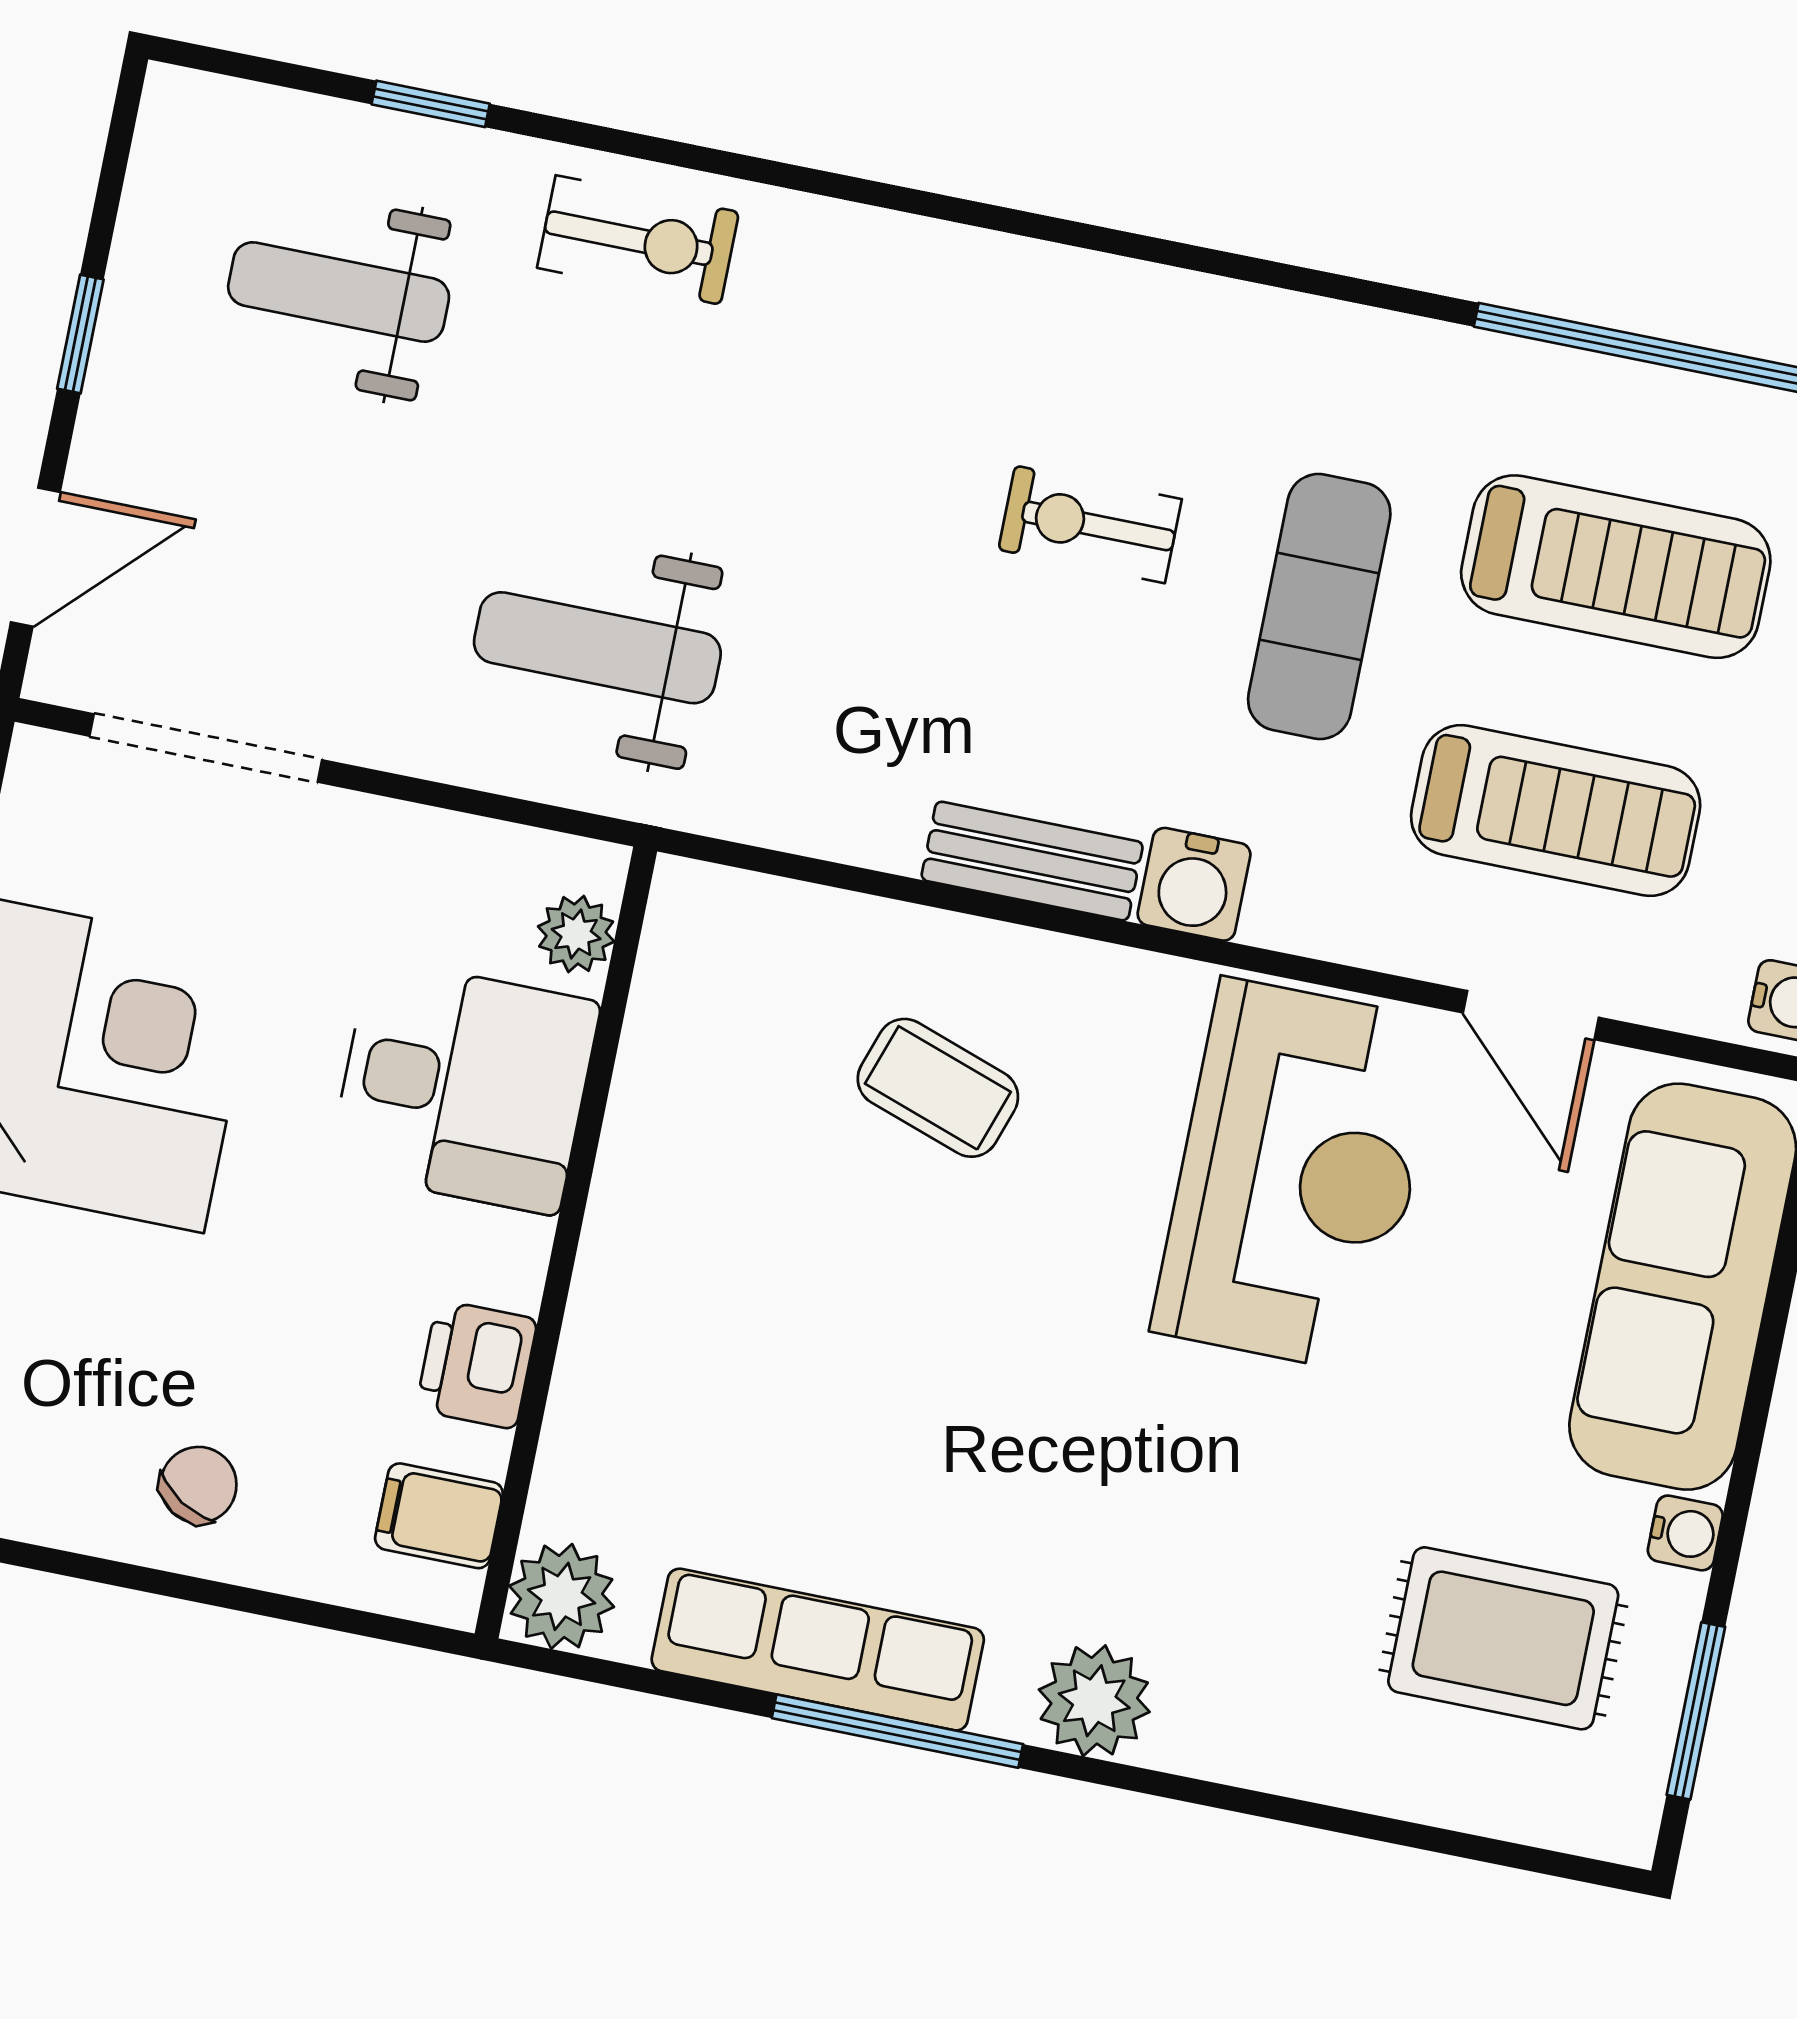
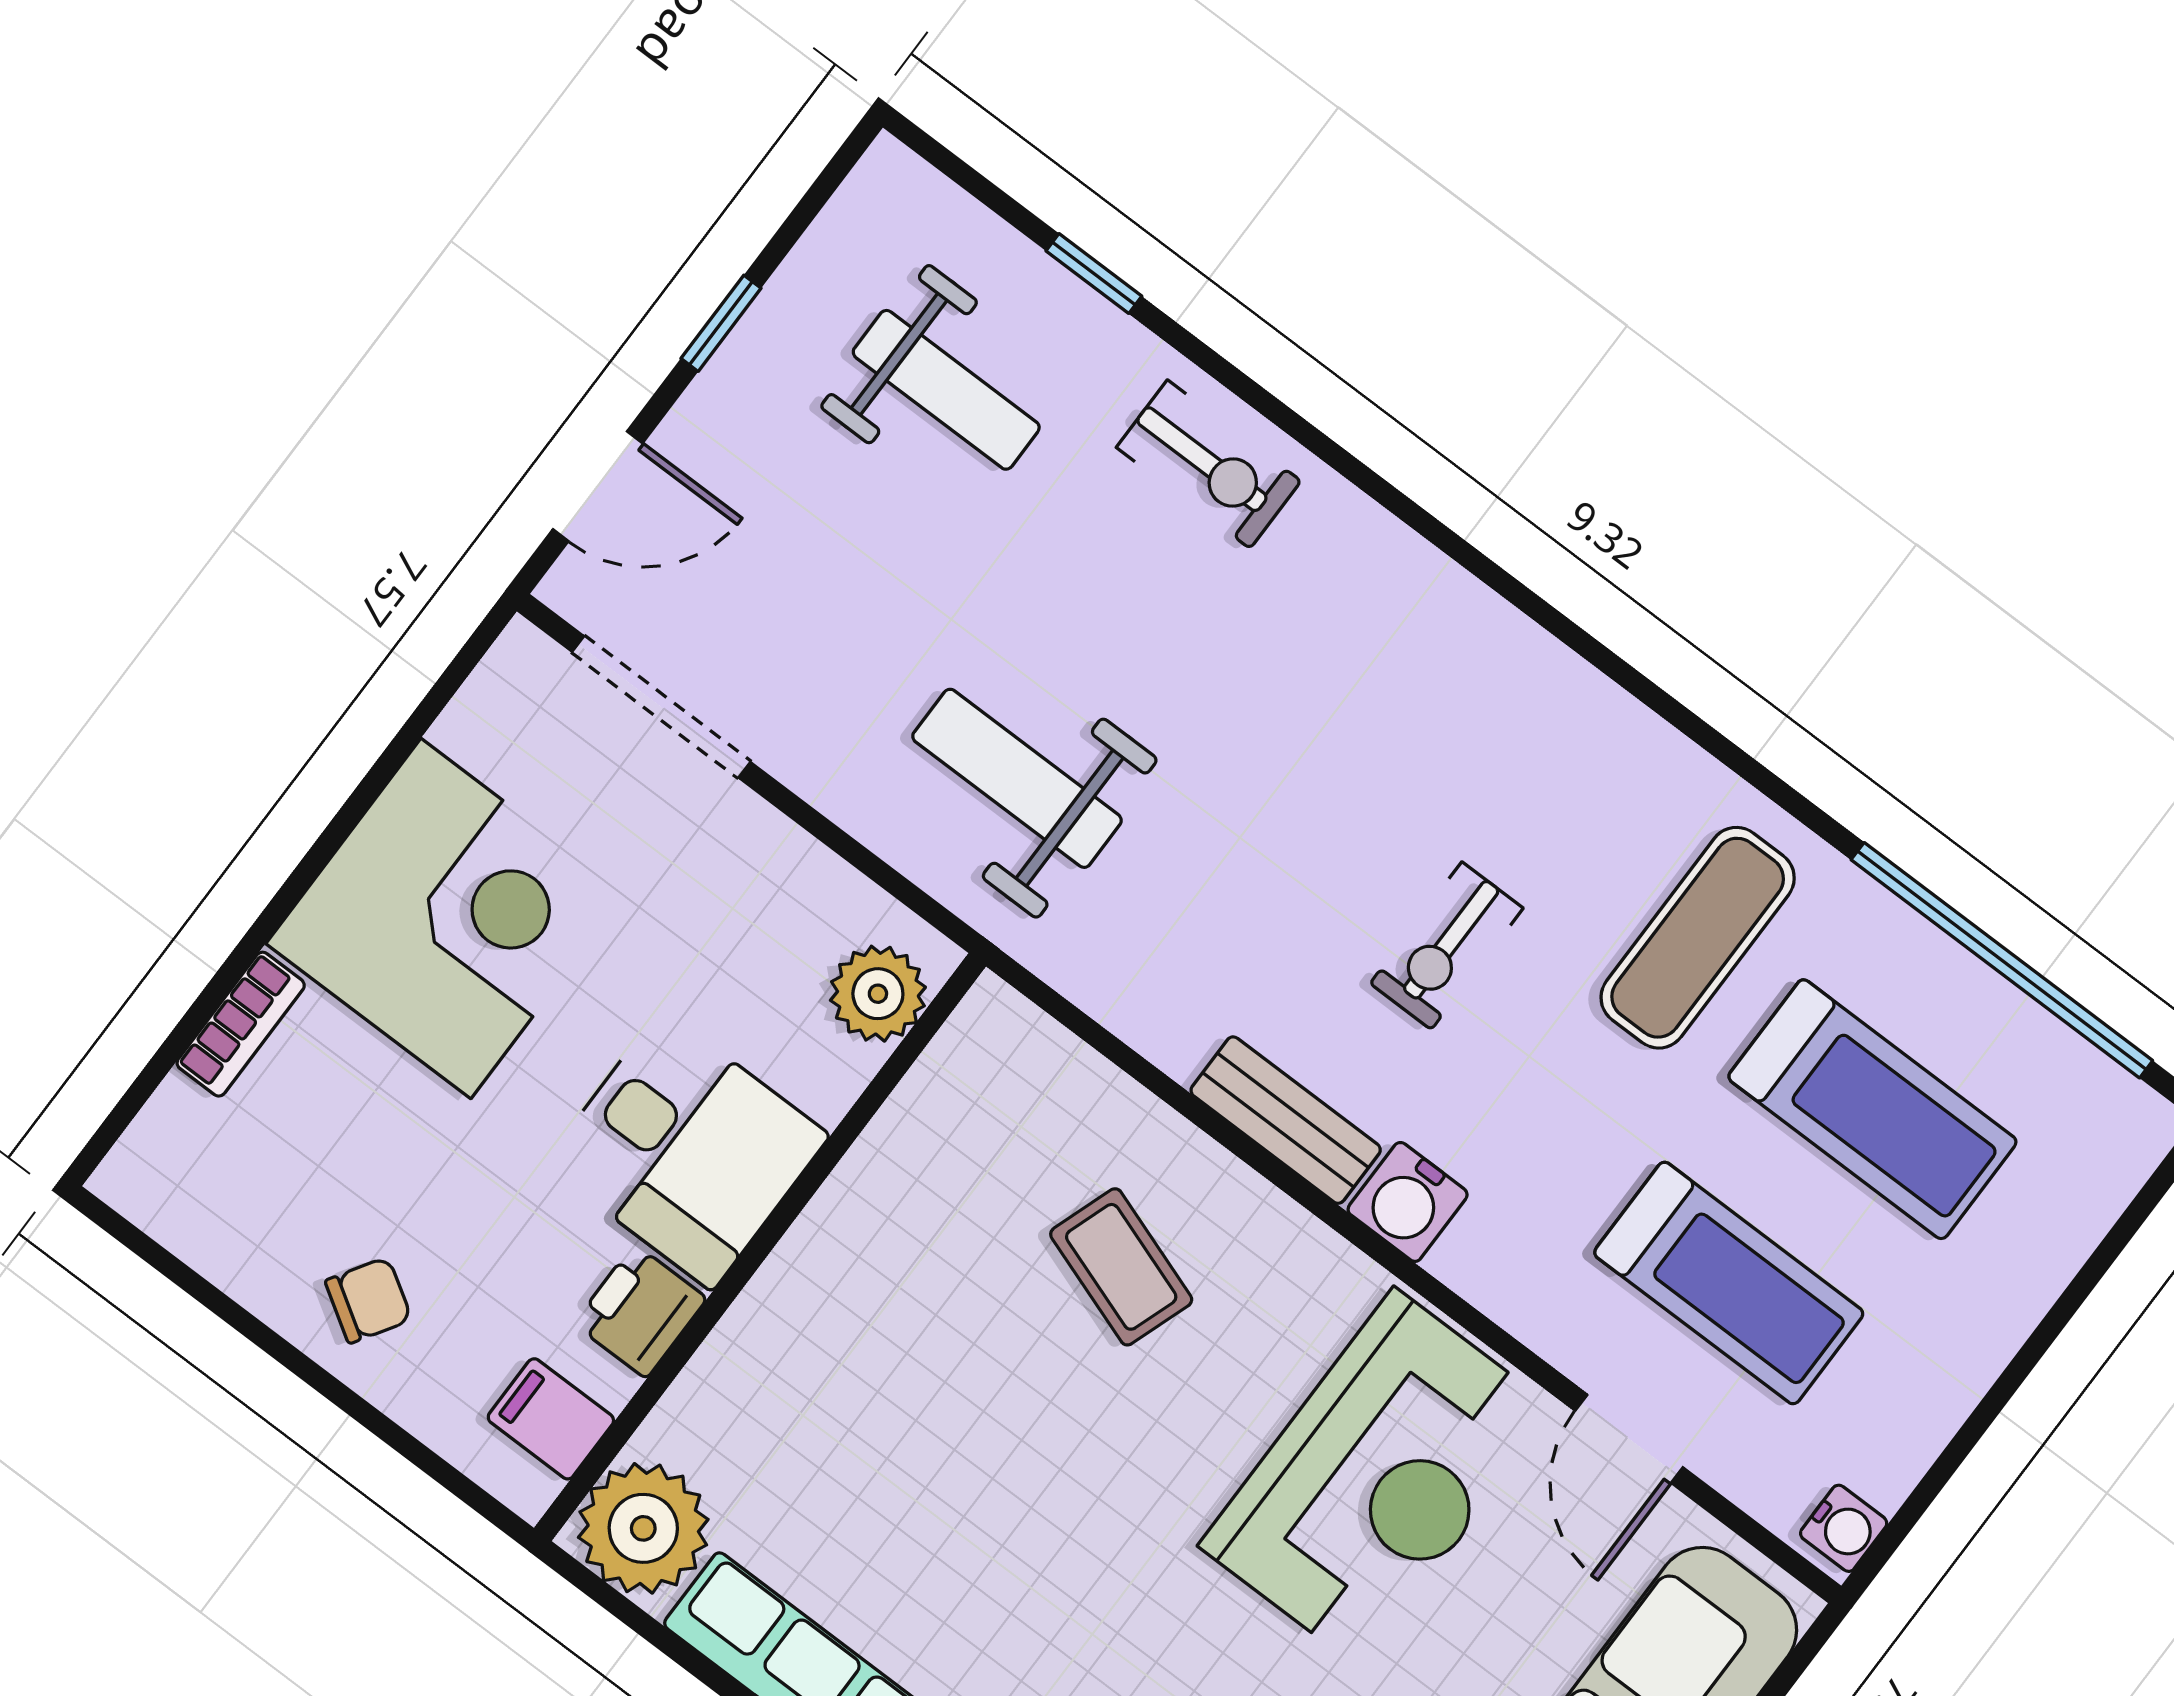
weight bench: (339, 292) -> (946, 390), turned 180
exercise bike: (1090, 524) -> (1447, 946), moved, turned -90
exercise mat: (1319, 606) -> (1698, 938), moved
plant: (576, 934) -> (878, 994), width x1.38, depth x1.38
desk: (464, 1086) -> (687, 1150), moved
plant: (562, 1596) -> (643, 1528), width x1.36, depth x1.36

